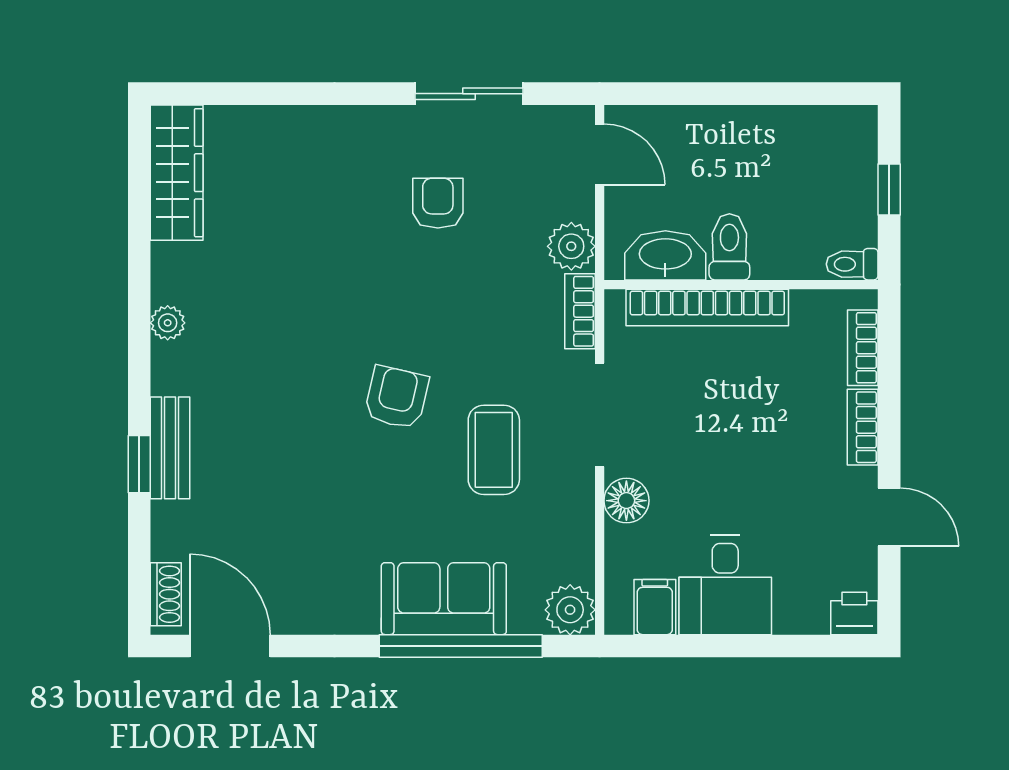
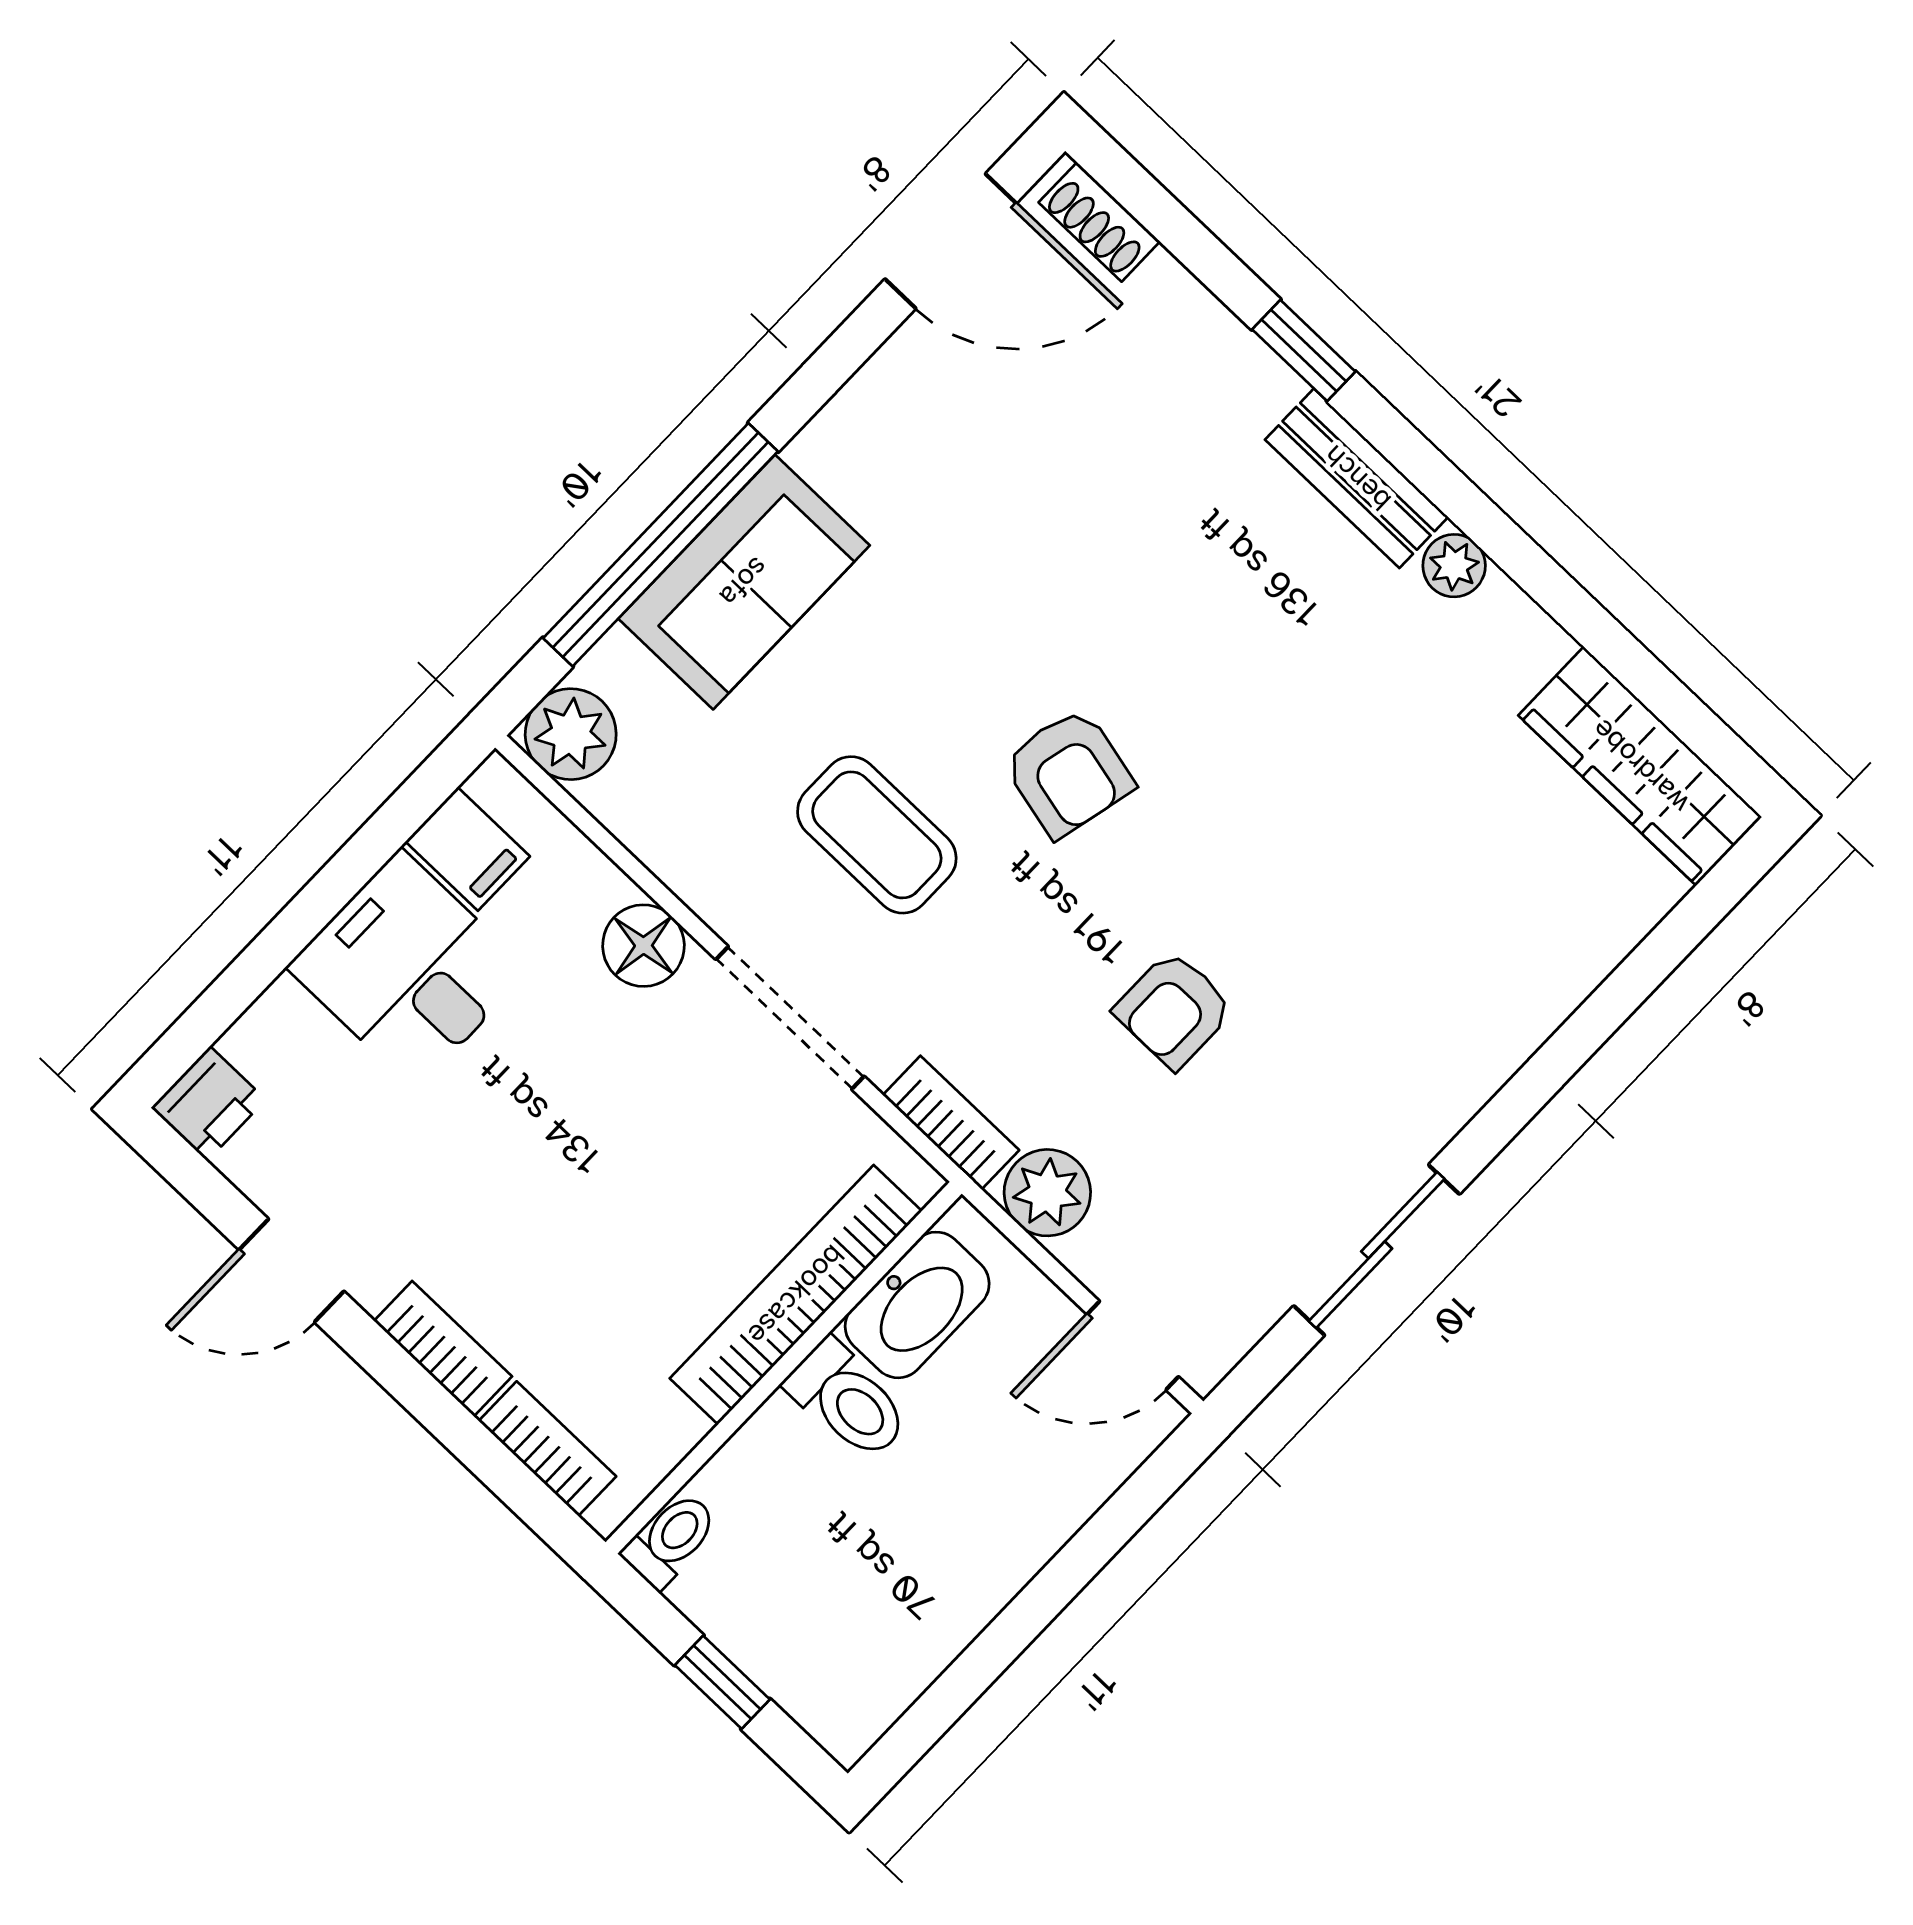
armchair: (438, 203) -> (1174, 1010), moved, turned 90
bench: (170, 448) -> (1357, 478), moved

